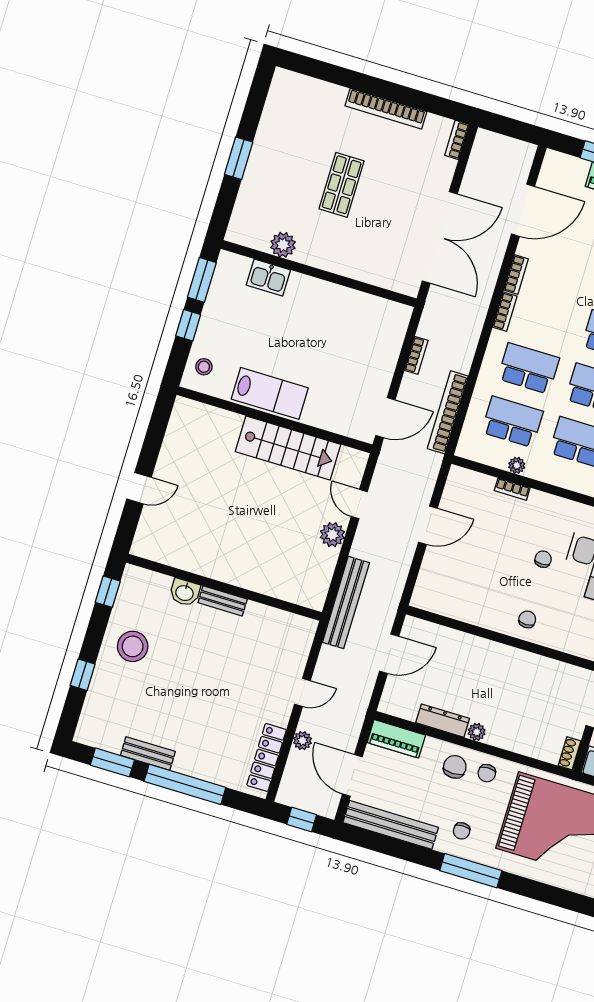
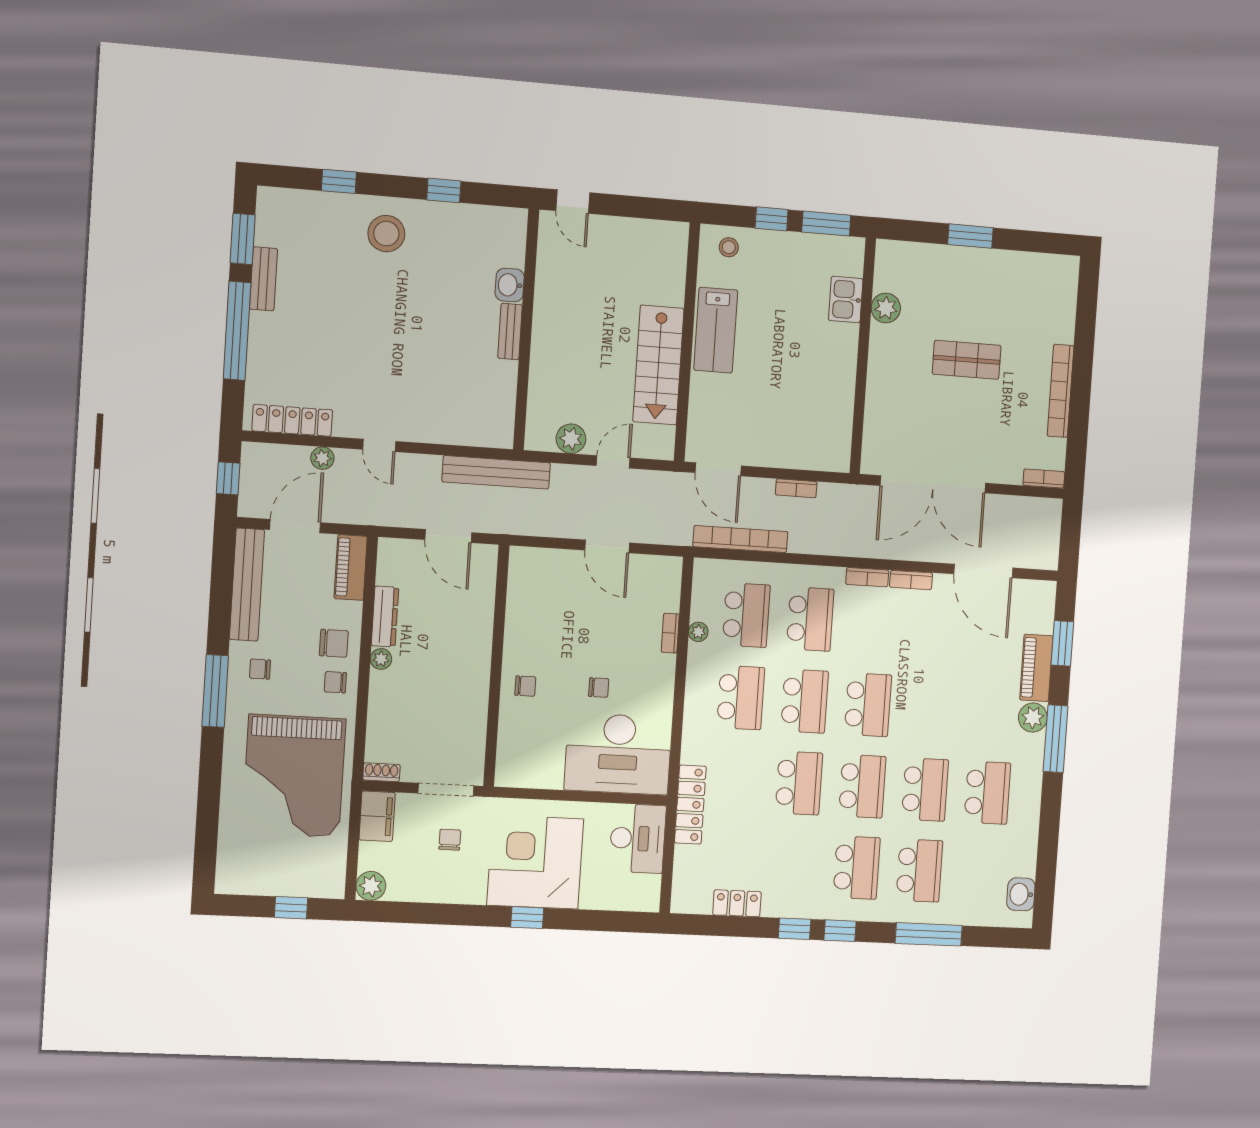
wall: (224, 587) -> (526, 330), moved
washbasin: (185, 592) -> (510, 285), moved
bench: (223, 601) -> (510, 331), moved

